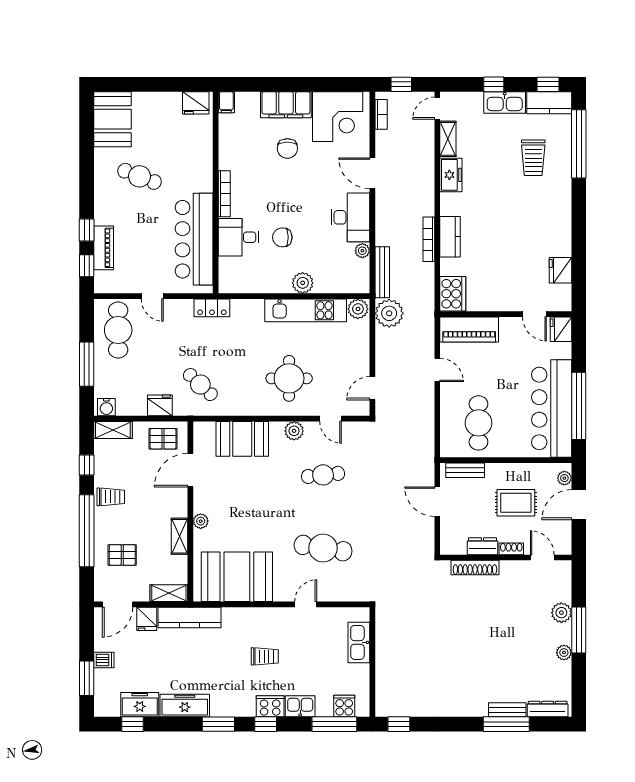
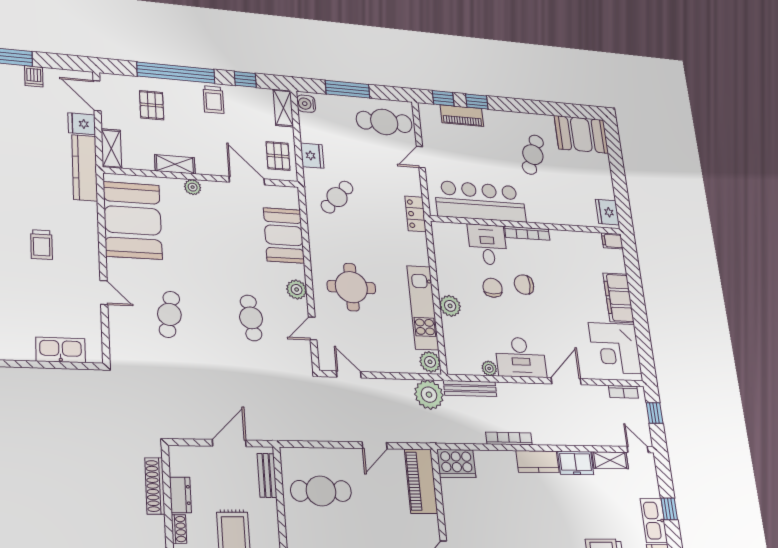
chair: (287, 149) -> (524, 285), moved
kitchen counter: (450, 237) -> (538, 462), moved
cafe table: (323, 548) -> (169, 314), width x0.73, depth x0.74

